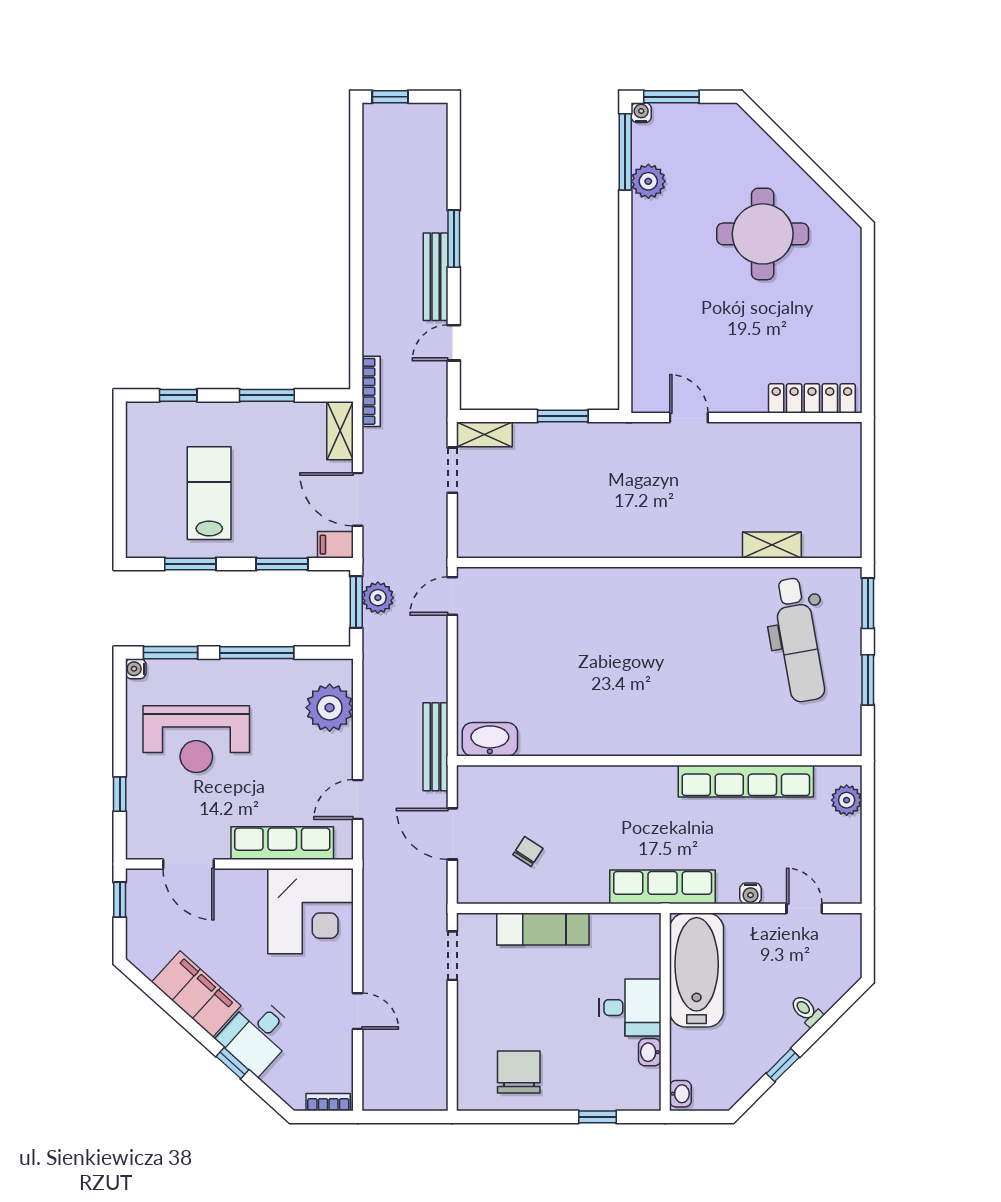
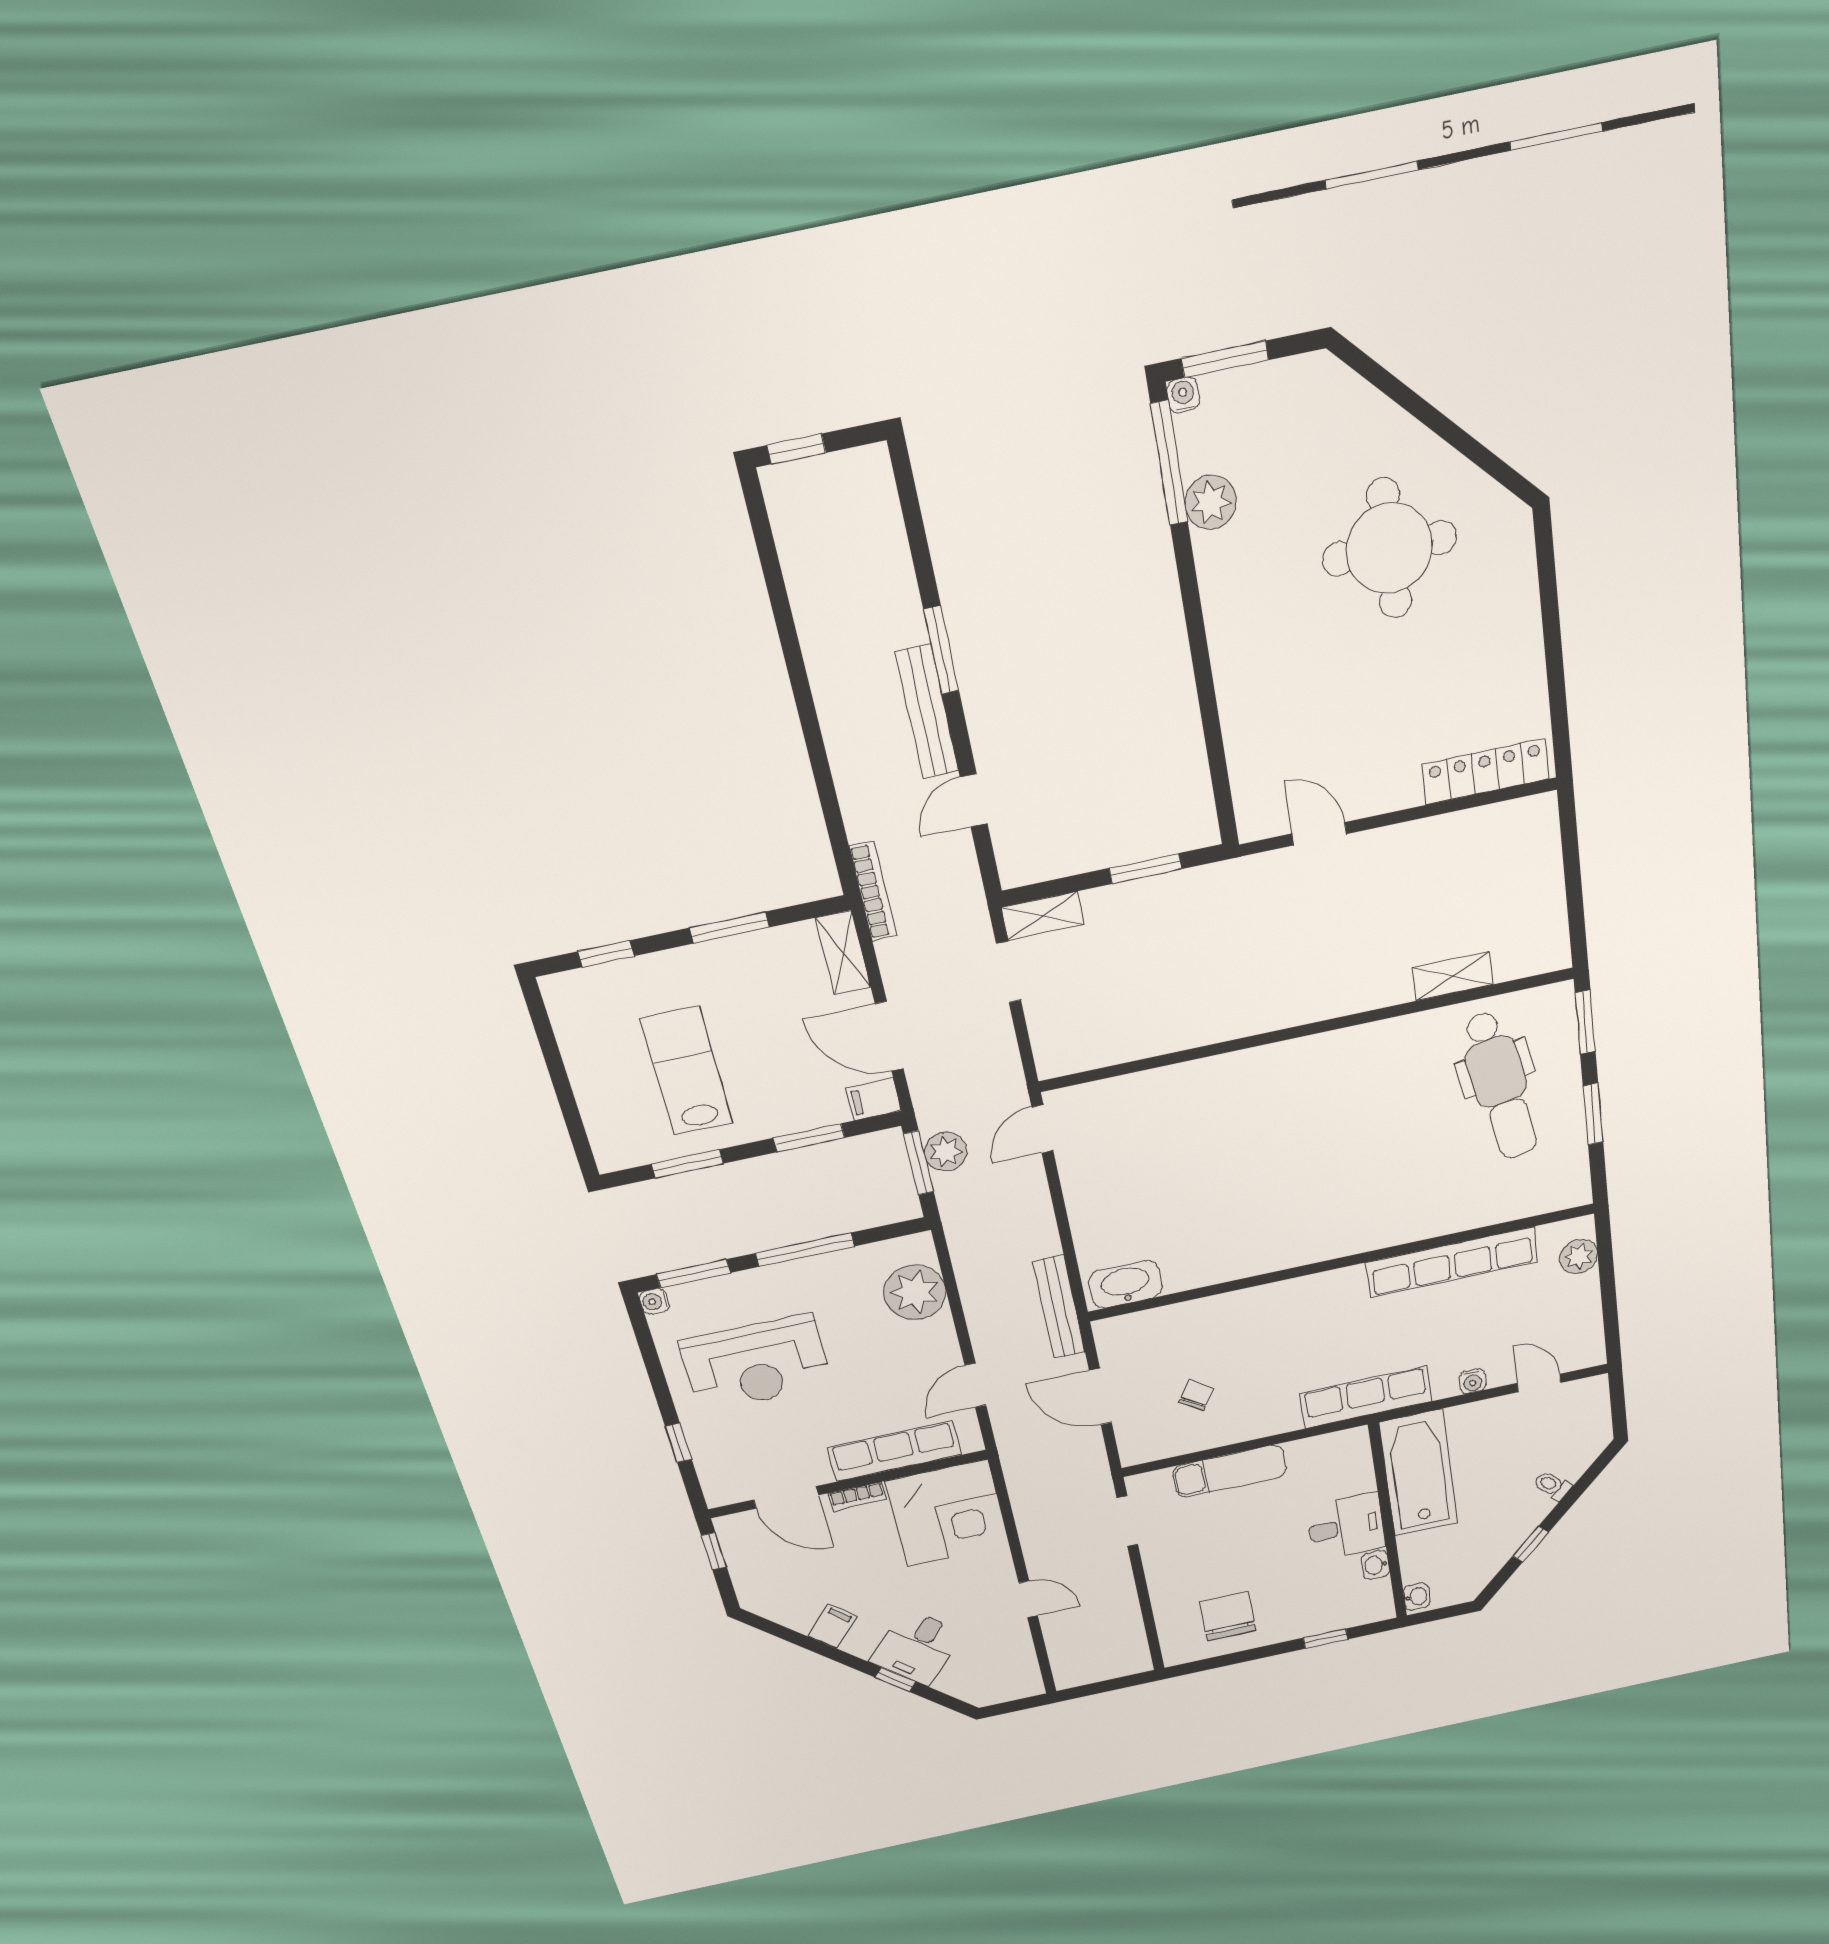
filing cabinet: (196, 994) -> (832, 1626), width x0.33, depth x0.86
bookcase: (328, 1102) -> (857, 1496), moved, turned 180

